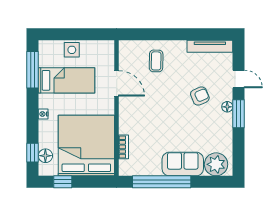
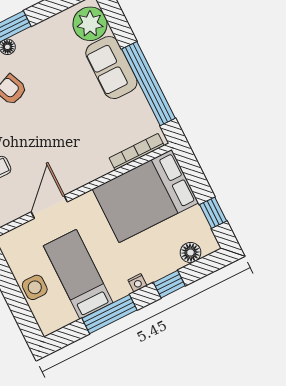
window: (33, 70) -> (110, 314), moved
bed: (86, 145) -> (145, 196), width x0.73
bookcase: (124, 147) -> (137, 152), width x1.56
window: (33, 153) -> (169, 284), moved

